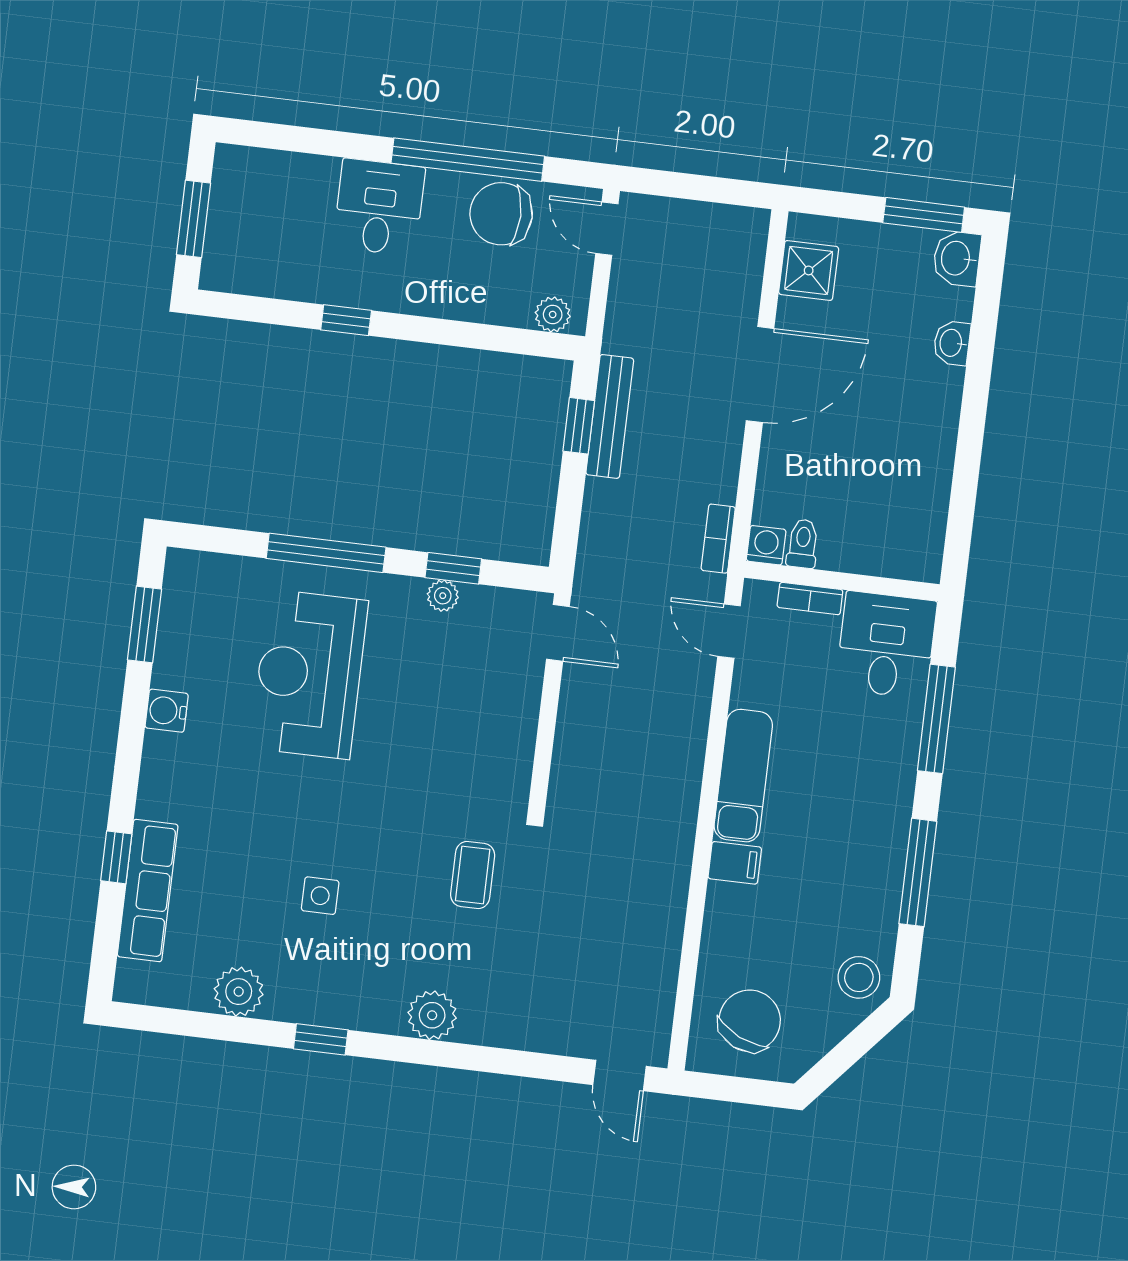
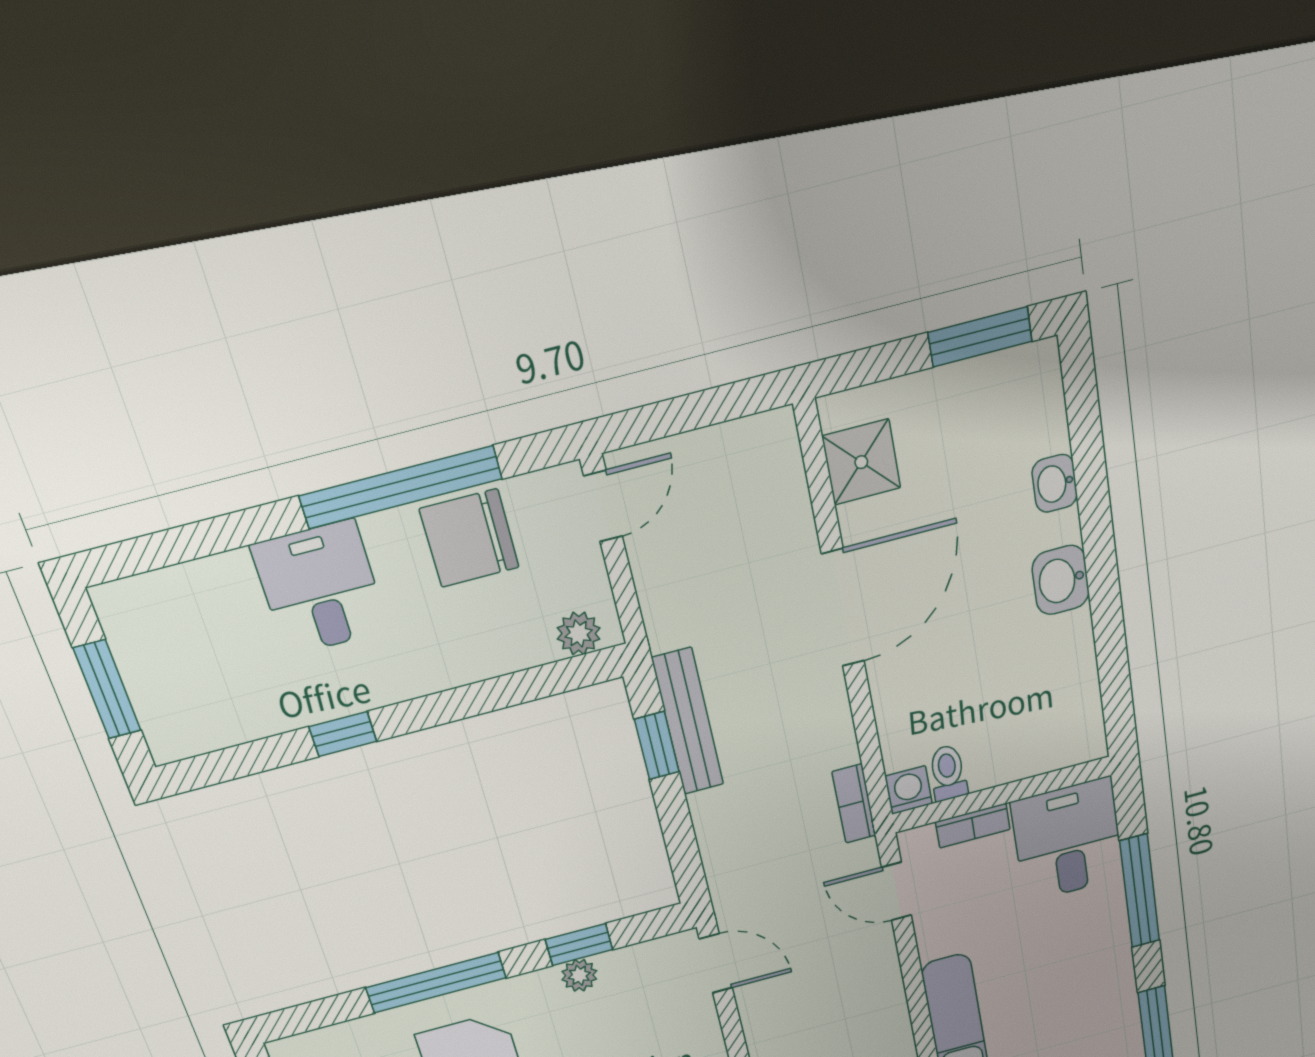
door: (607, 229) -> (603, 506), swing flipped
washbasin: (957, 258) -> (1061, 580), moved

